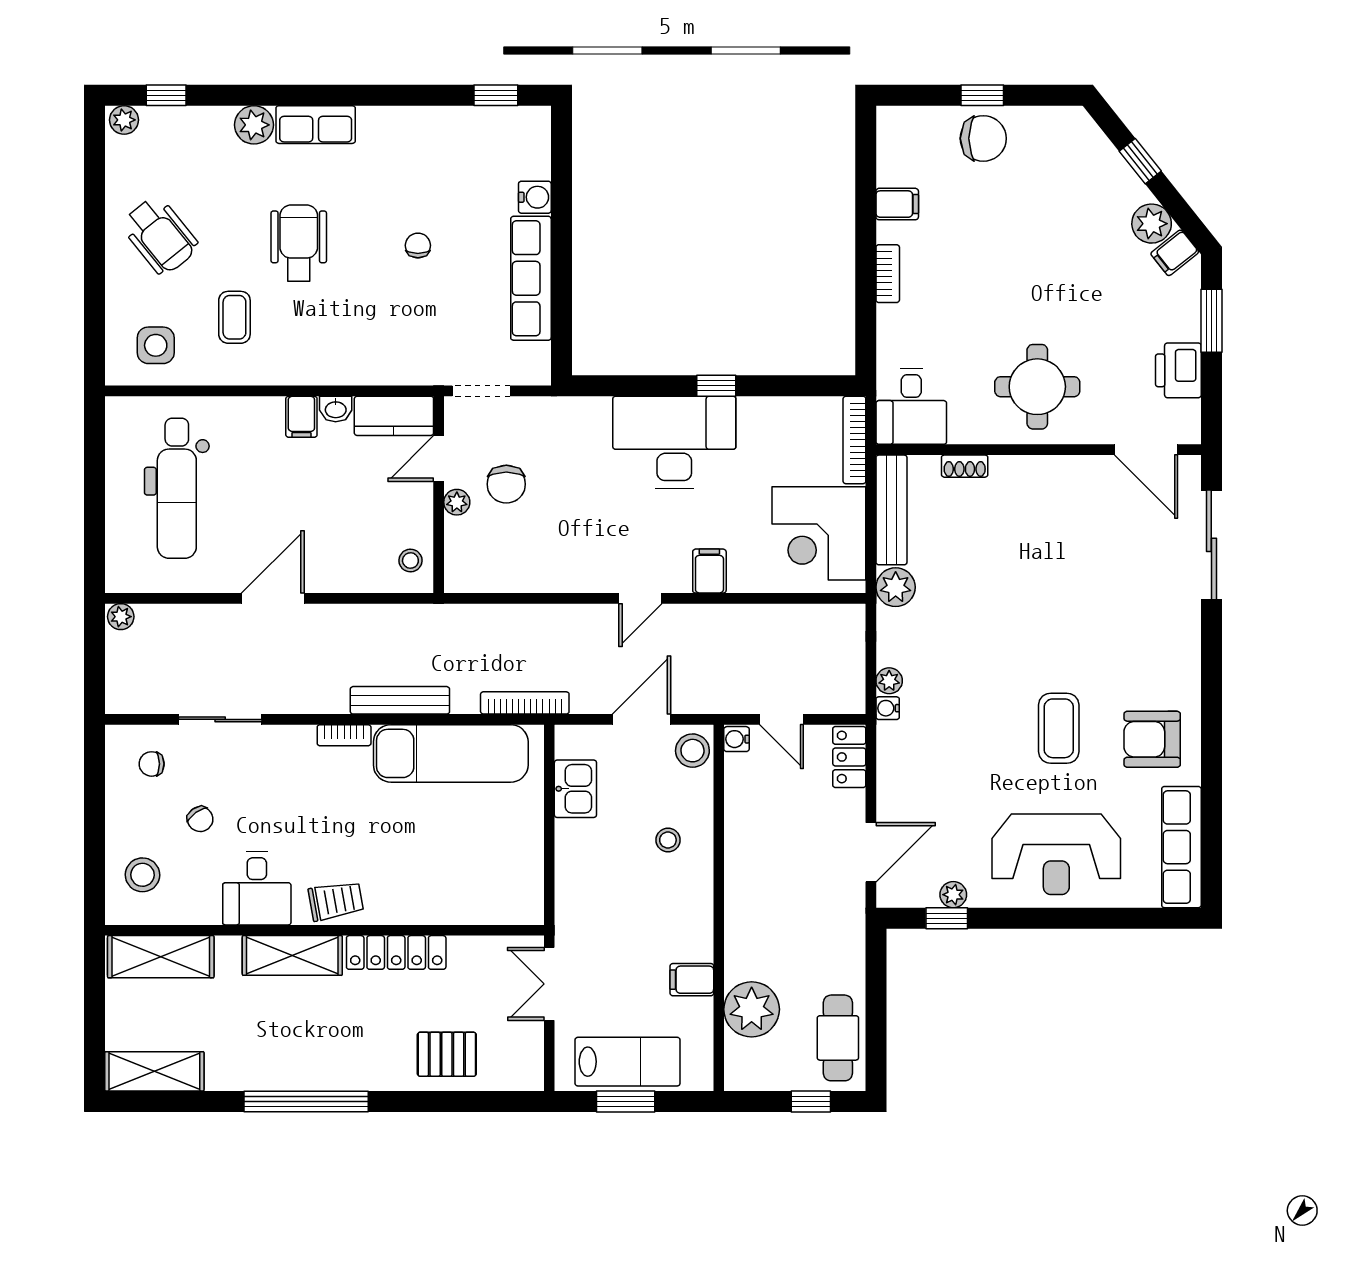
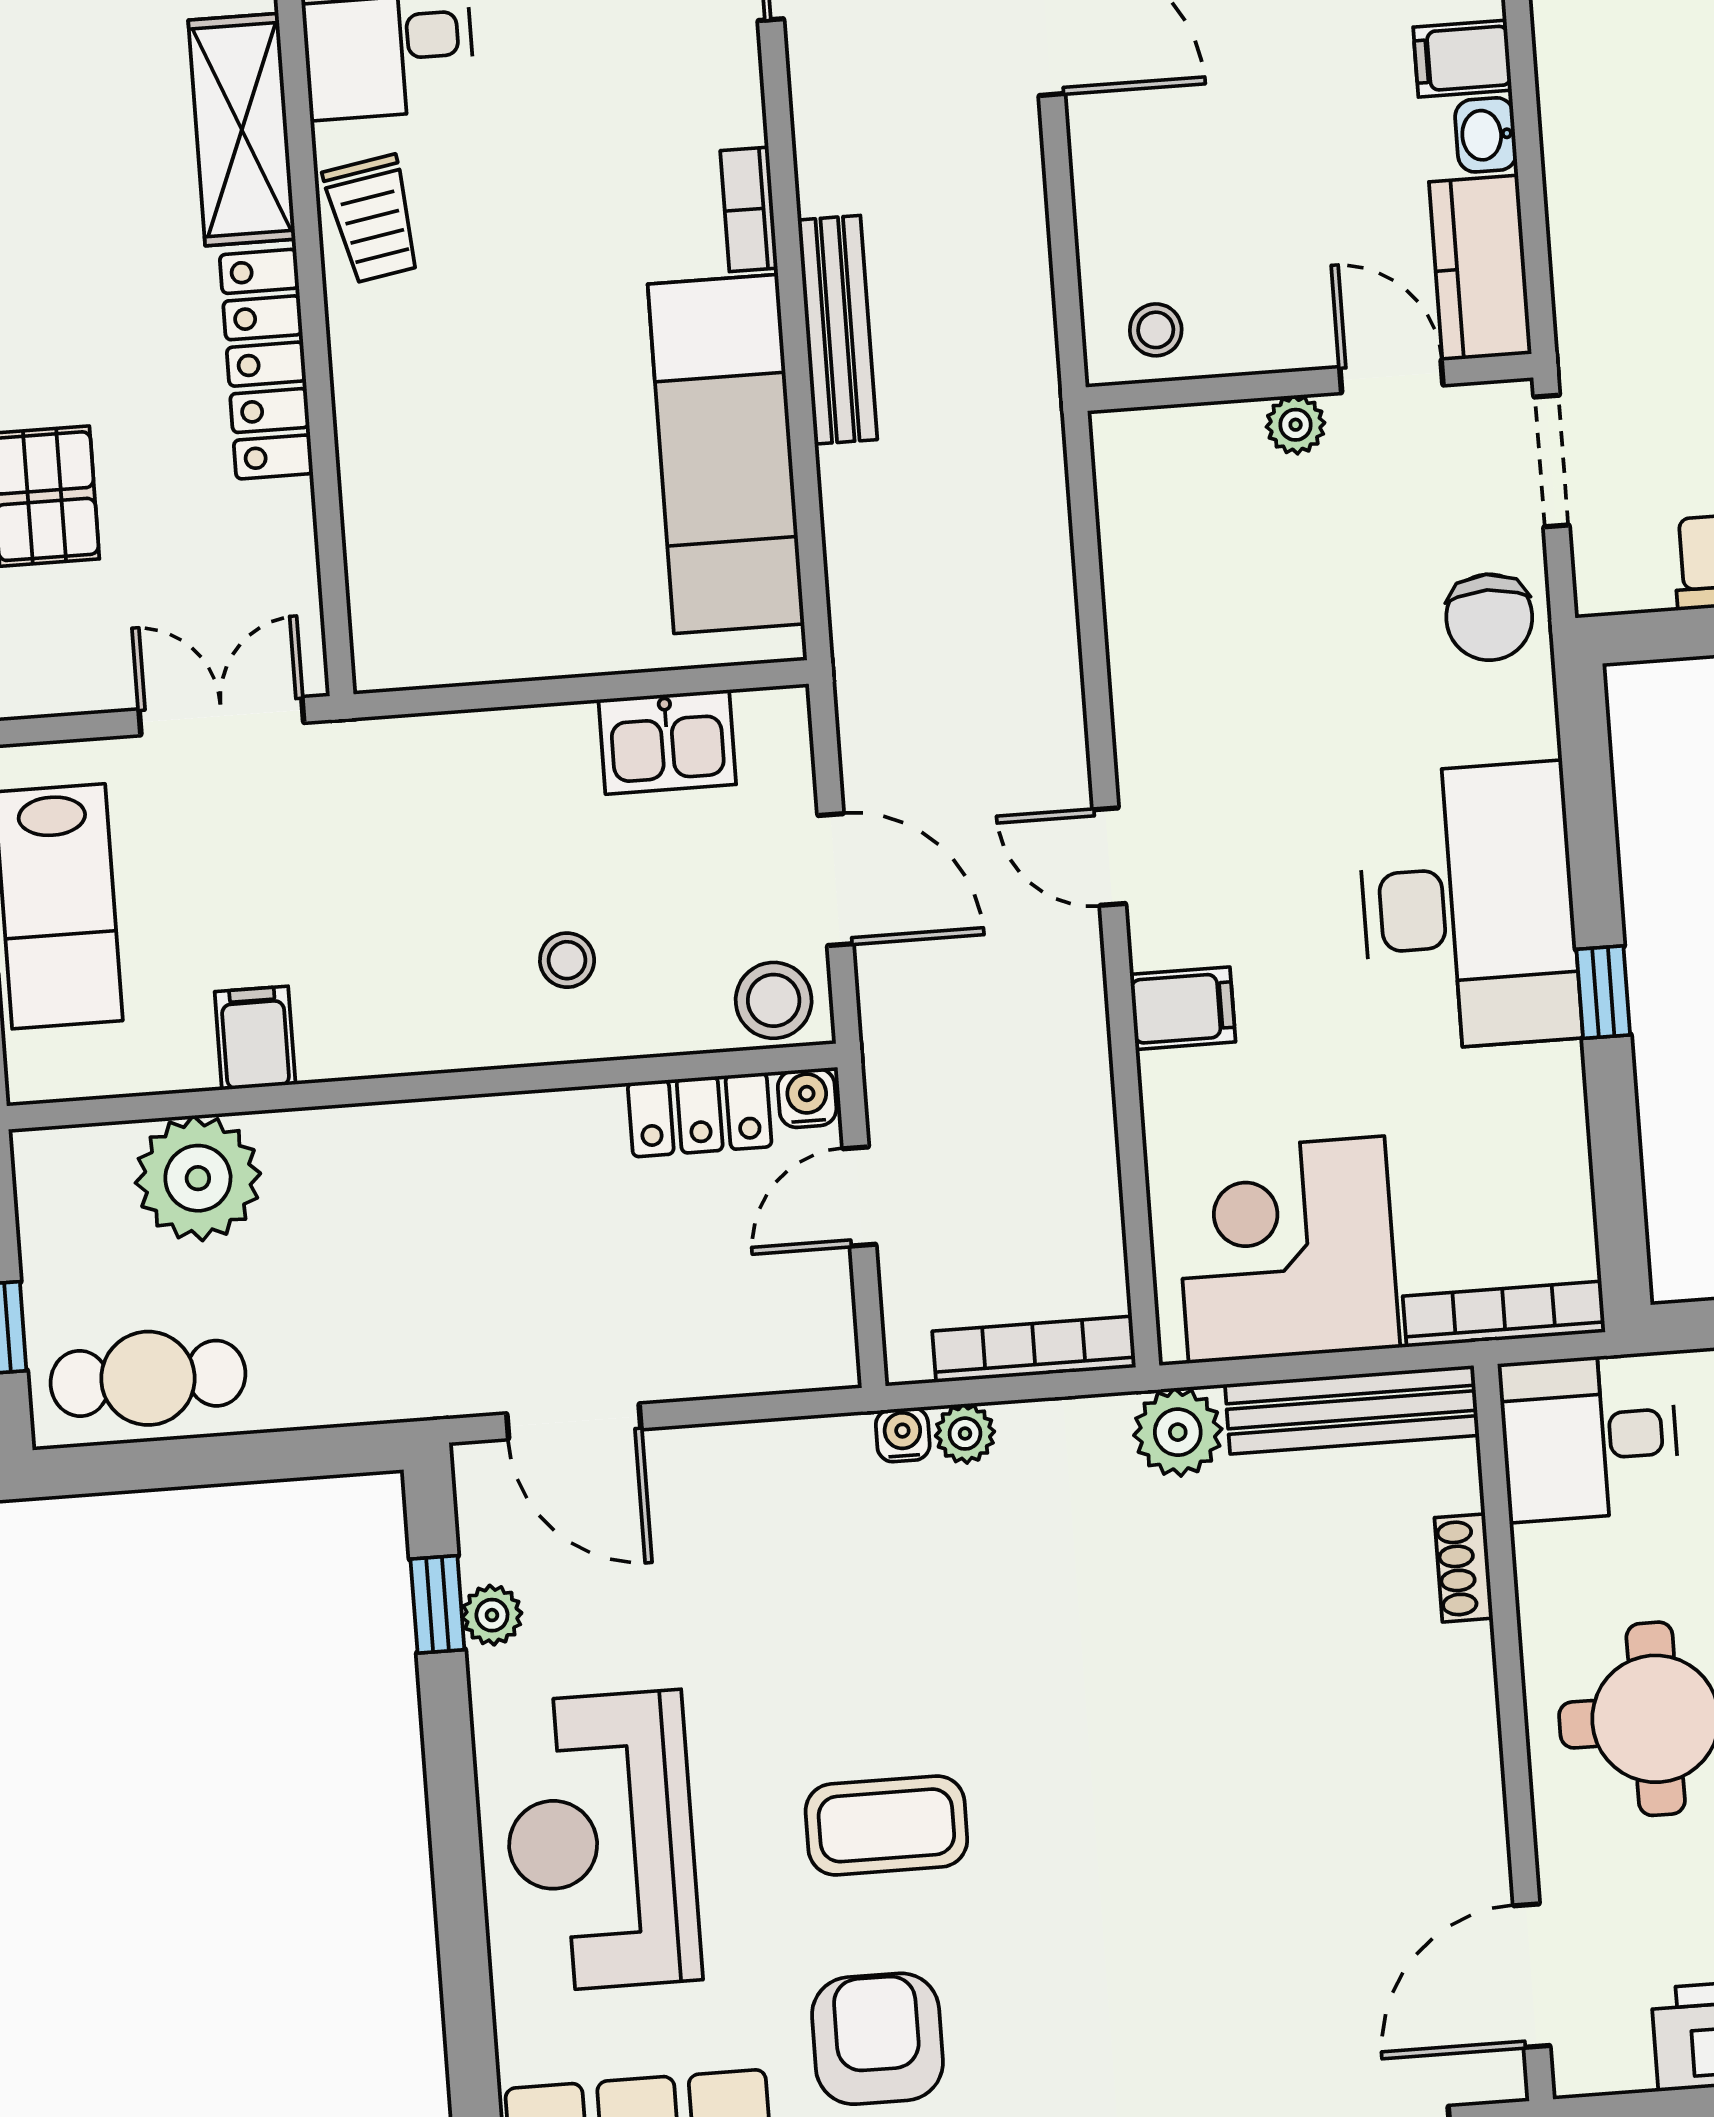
chair: (506, 484) -> (1489, 617), moved, turned -90
bookcase: (525, 703) -> (1034, 1349), moved, turned -90
locker: (849, 757) -> (700, 1115), moved, turned 180

